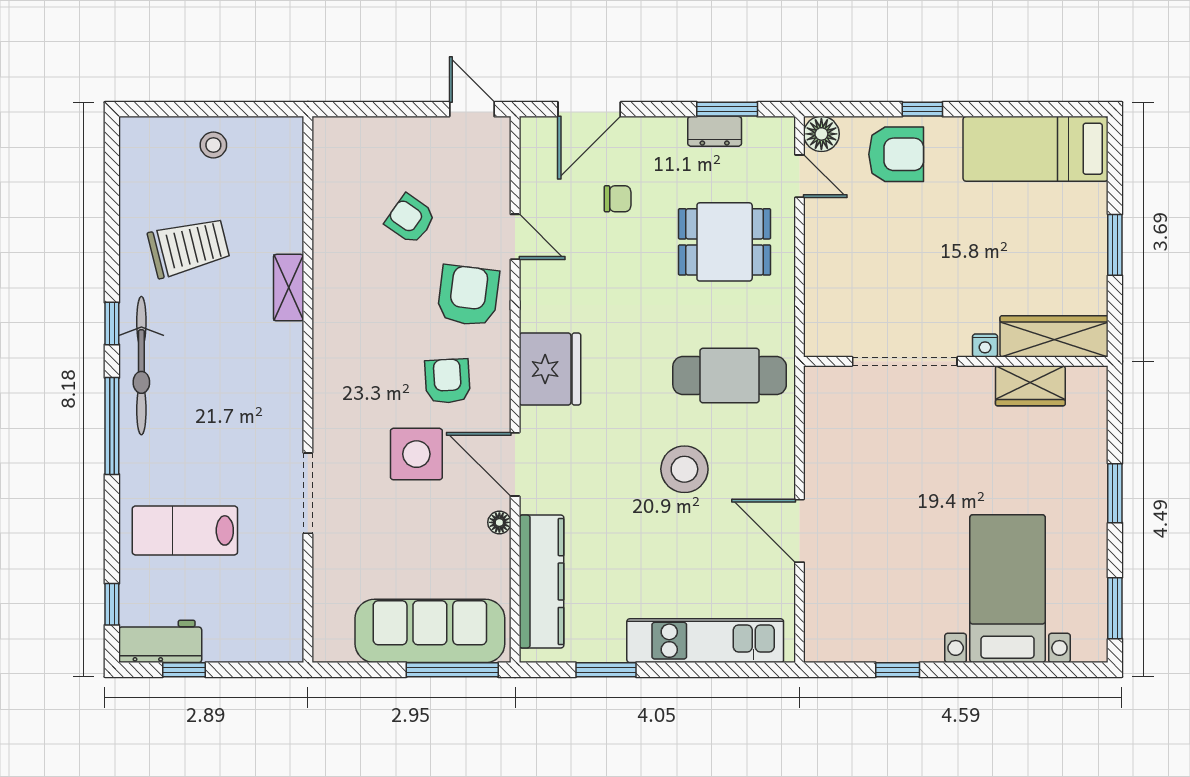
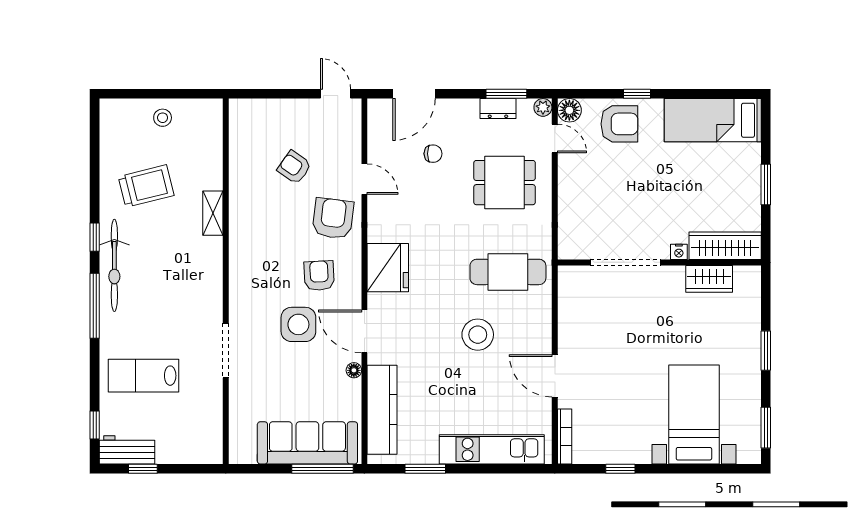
plant: (782, 130) -> (543, 107), added
bookcase: (814, 621) -> (565, 436), added

